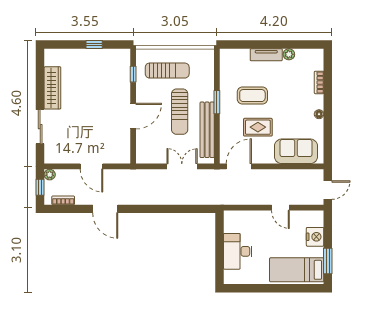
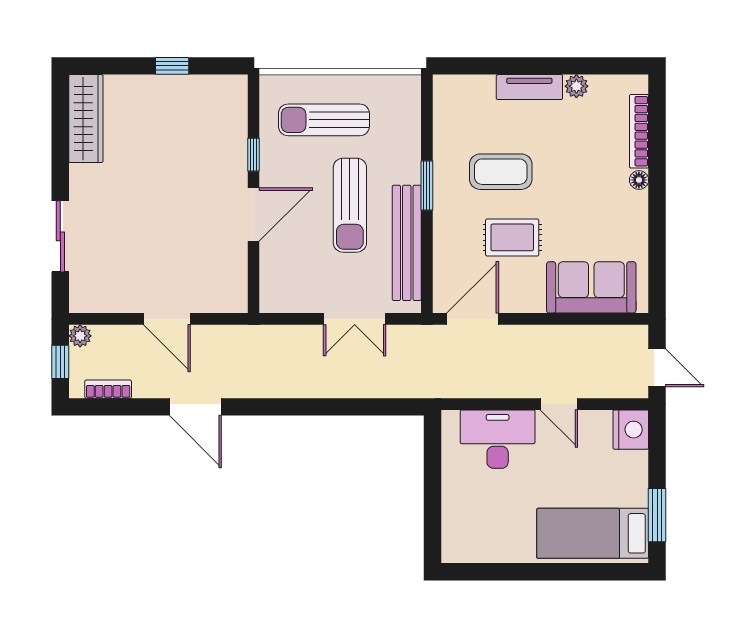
sun lounger: (167, 71) -> (324, 120), turned 180
window: (133, 74) -> (253, 155), moved
bookcase: (319, 82) -> (639, 131), width x1.56
wardrobe: (52, 88) -> (86, 119), moved
floor lamp: (319, 114) -> (639, 180), moved
double door: (182, 166) -> (355, 319), swing flipped
door: (328, 190) -> (657, 368), hinge flipped
nightstand: (315, 237) -> (631, 430), moved
desk: (238, 251) -> (498, 439), moved, turned 90

